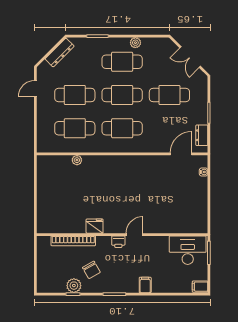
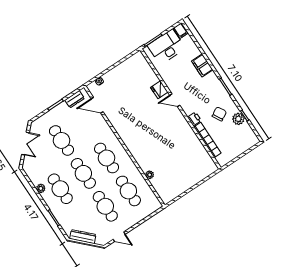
fridge: (95, 226) -> (159, 90), moved
printer: (118, 242) -> (194, 119), moved
desk: (188, 250) -> (166, 47), moved, turned 90
filing cabinet: (145, 285) -> (202, 65), width x2.00

